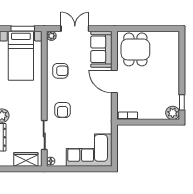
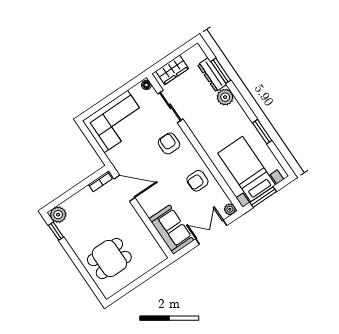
double door: (75, 29) -> (211, 232), swing flipped
dining table: (135, 49) -> (109, 258), moved, turned 90
door: (114, 82) -> (125, 188), moved

